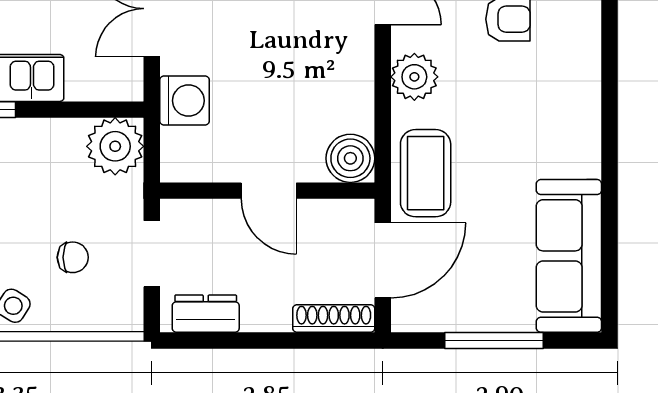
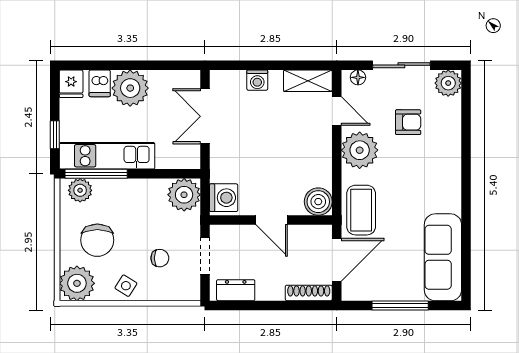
plant: (414, 77) -> (360, 150), width x1.36, depth x1.36
washing machine: (185, 101) -> (224, 198), moved

